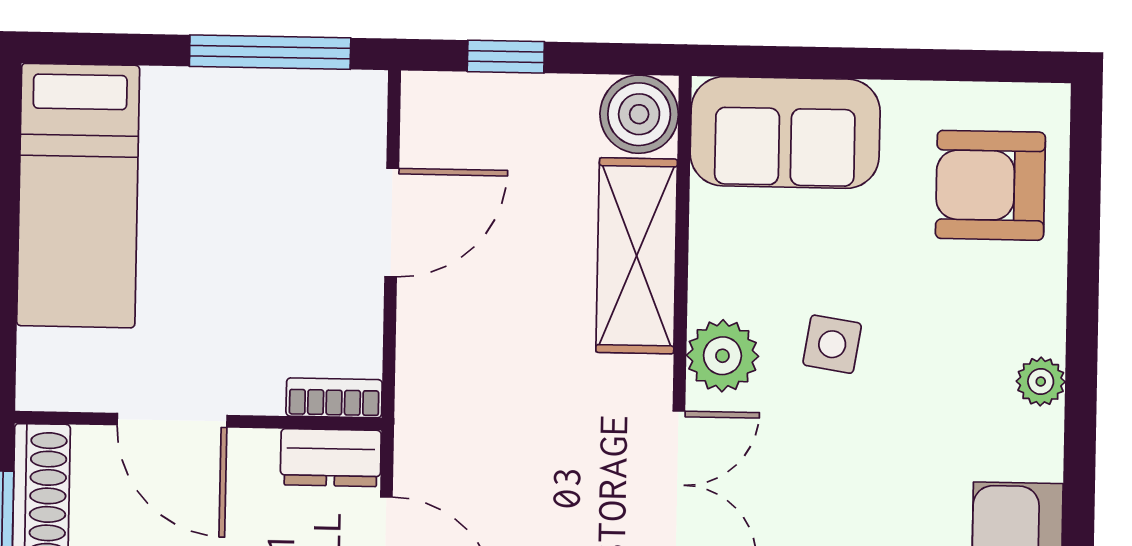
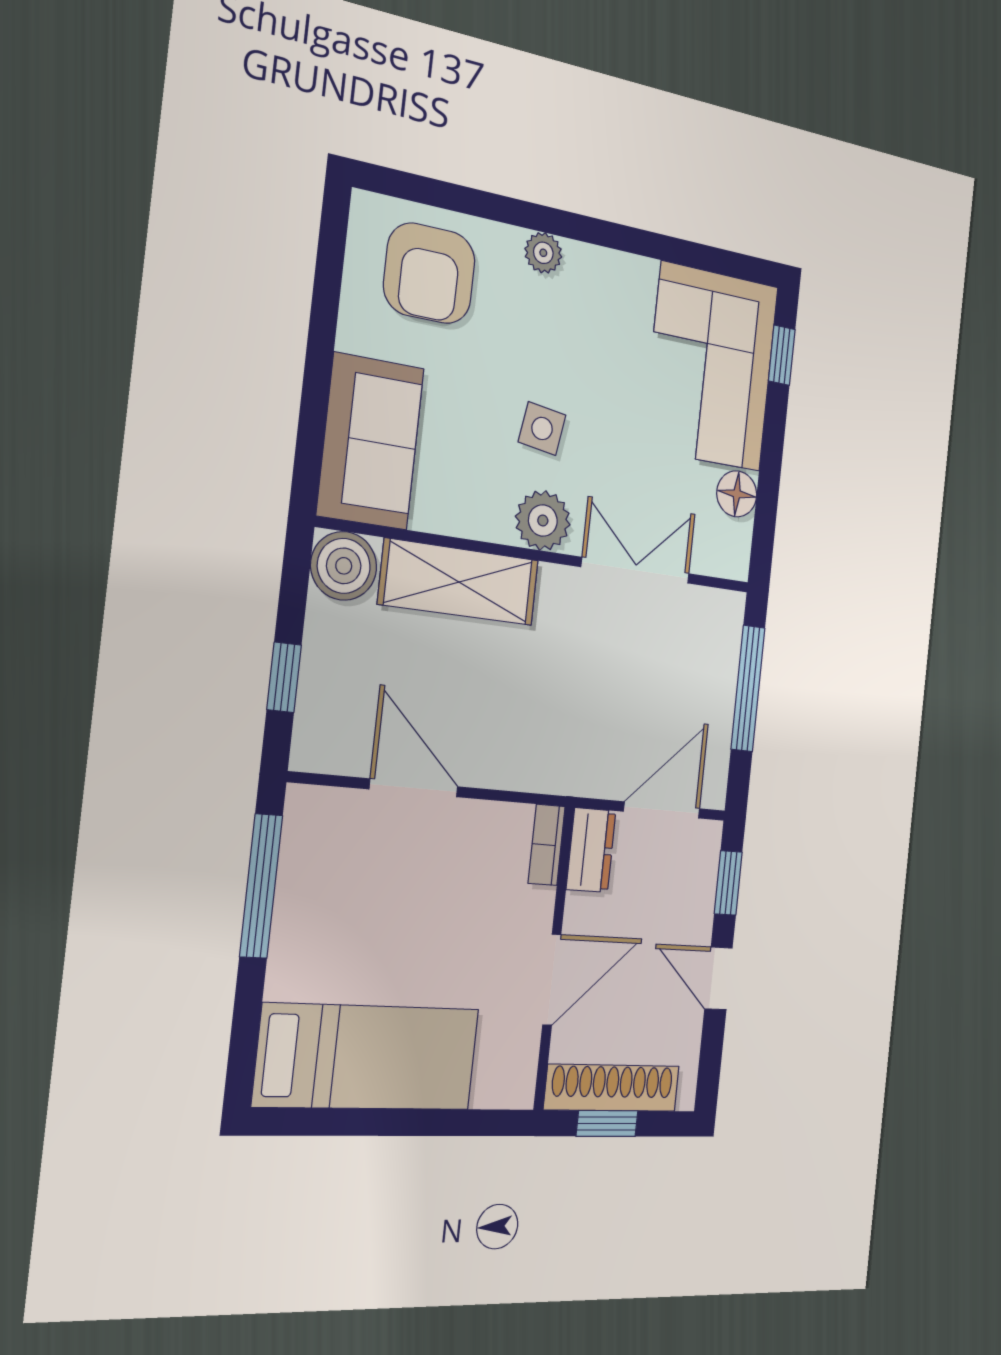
plant: (1041, 382) -> (543, 253), moved

